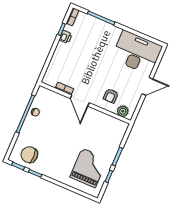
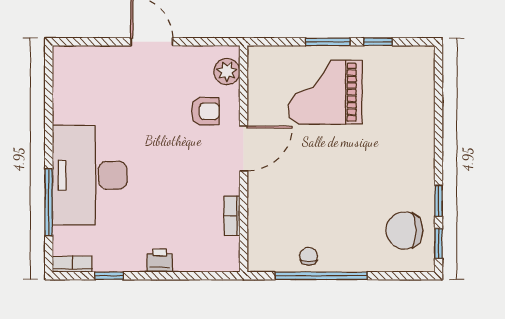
printer: (66, 37) -> (160, 261), moved
desk: (137, 52) -> (90, 175), moved
door: (80, 101) -> (244, 149), moved
chair: (29, 155) -> (404, 230), turned 90
grand piano: (89, 168) -> (325, 92), moved

